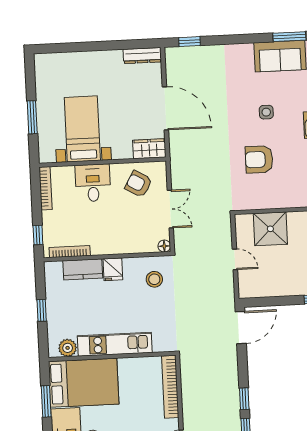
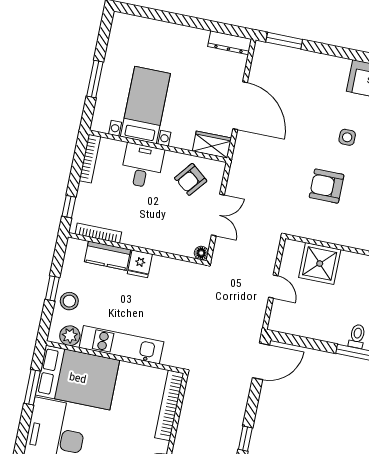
window: (189, 42) -> (284, 41), width x1.50
armchair: (139, 184) -> (191, 179), turned -81
stool: (154, 279) -> (69, 301), moved

